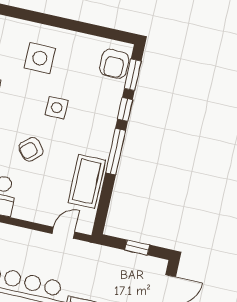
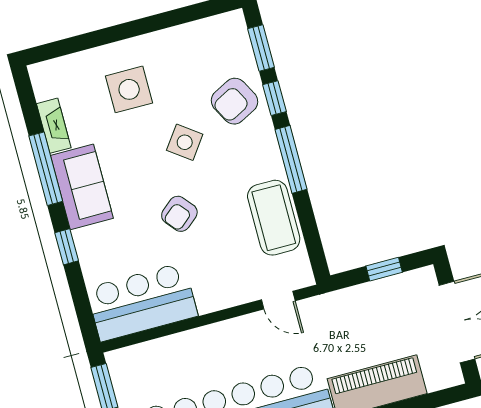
armchair: (114, 64) -> (234, 101), moved, turned 62
side table: (57, 108) -> (185, 142), turned 36
door: (63, 233) -> (278, 300), swing flipped

